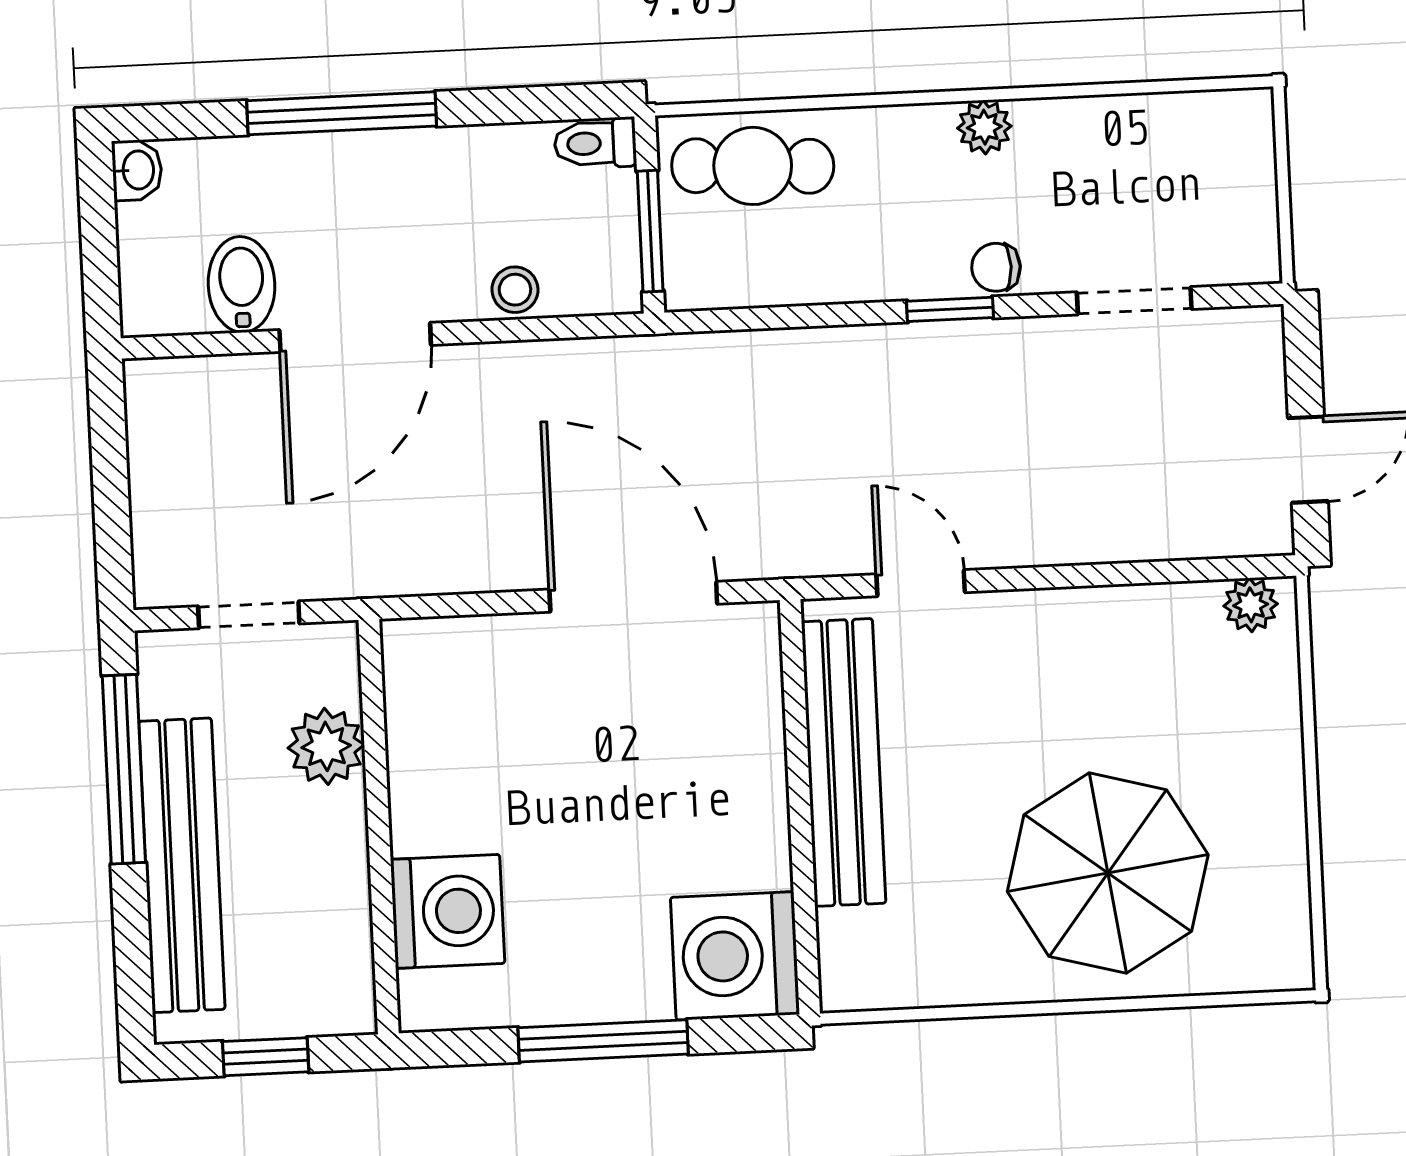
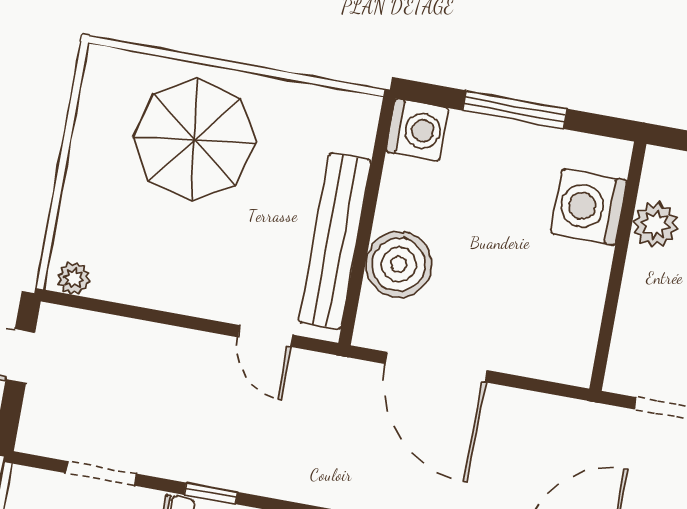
plant: (326, 746) -> (655, 225), moved
boiler: (732, 748) -> (399, 264), added
washing machine: (735, 956) -> (417, 130), width x0.73, depth x0.73

